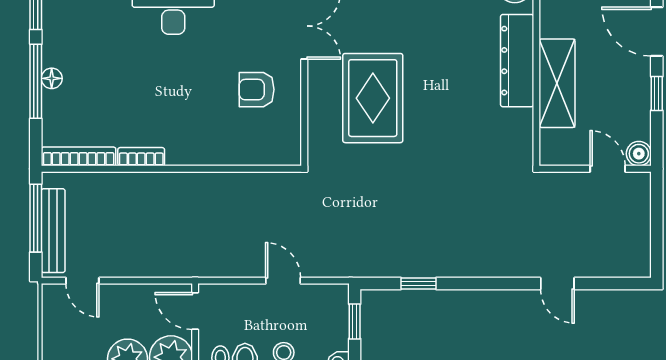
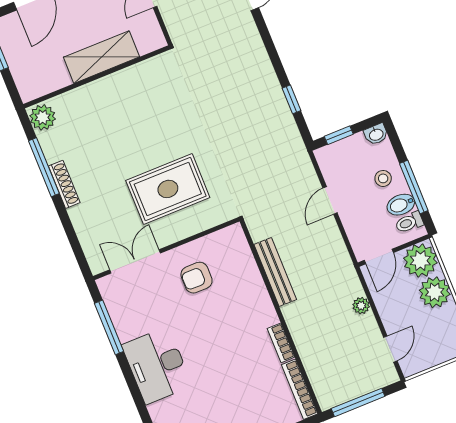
dresser: (517, 61) -> (97, 93), removed
armchair: (257, 90) -> (197, 278), turned 90
bench: (53, 231) -> (275, 272), moved, turned 90
plant: (147, 267) -> (361, 306), added

